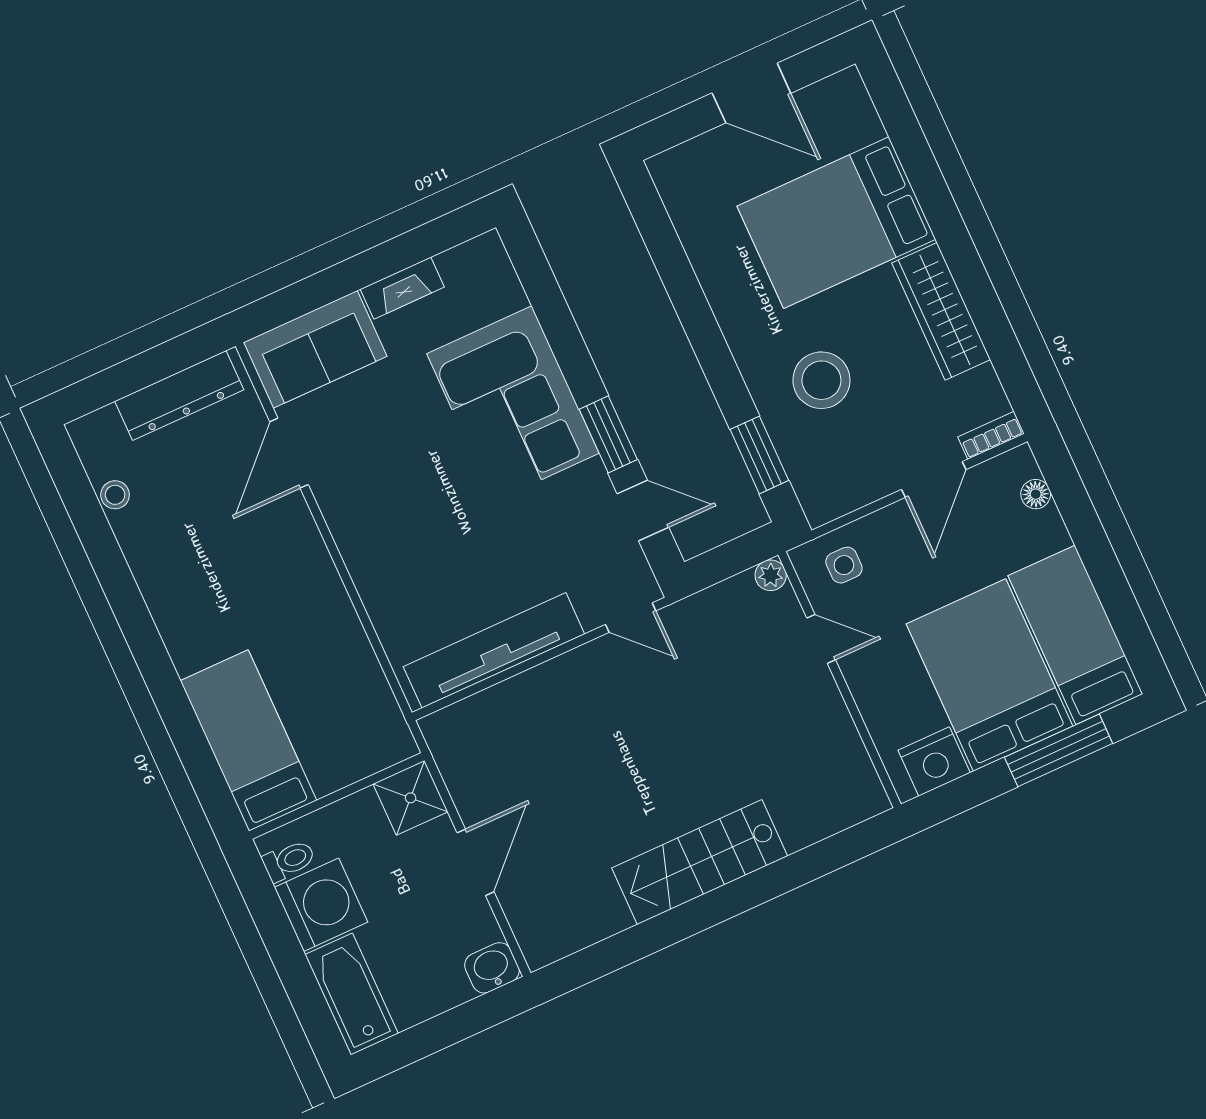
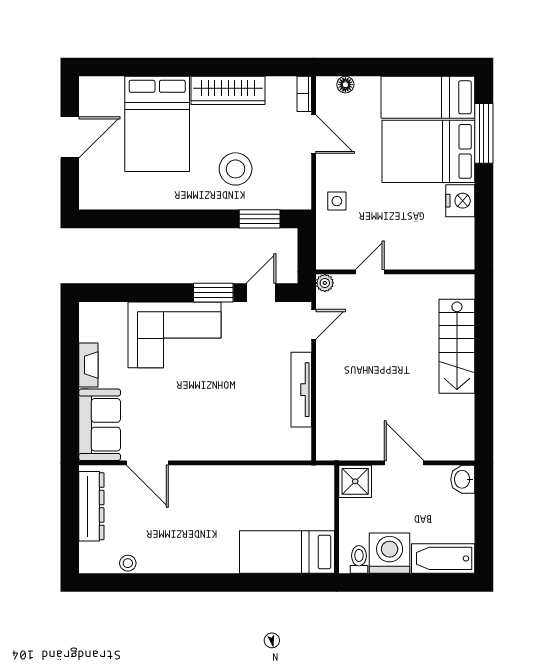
plant: (771, 575) -> (325, 283), moved
door: (821, 639) -> (370, 272), moved
tv unit: (494, 650) -> (301, 390), width x0.73, depth x0.78
wall: (840, 680) -> (395, 272), moved

